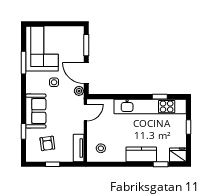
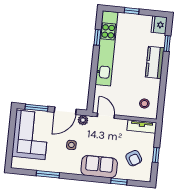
corner sofa: (42, 49) -> (31, 135), moved, turned 90
armchair: (47, 143) -> (134, 158), turned 66

